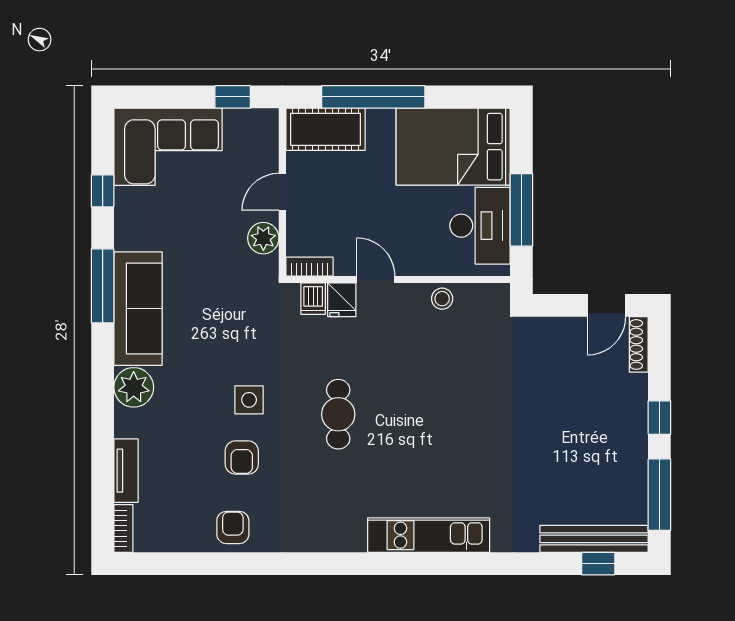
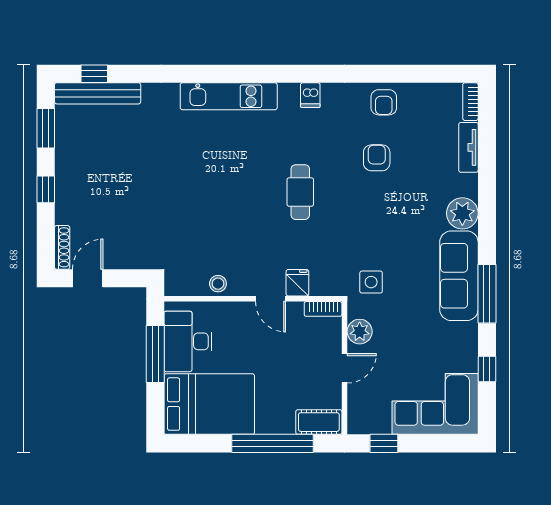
cot: (325, 129) -> (319, 422), width x0.73, depth x0.75
dishwasher: (313, 299) -> (310, 95), moved, turned 180
side table: (249, 400) -> (371, 282), moved
window: (659, 495) -> (46, 128), width x0.69

